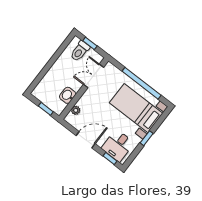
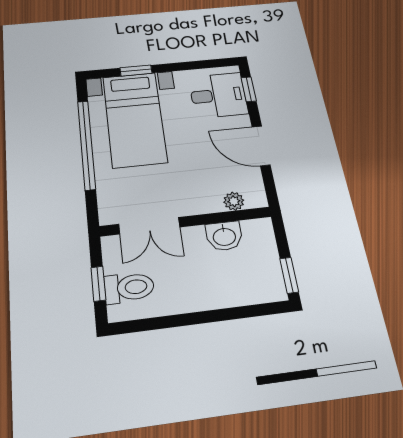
window: (46, 109) -> (289, 275), moved
window: (147, 138) -> (136, 71), moved

